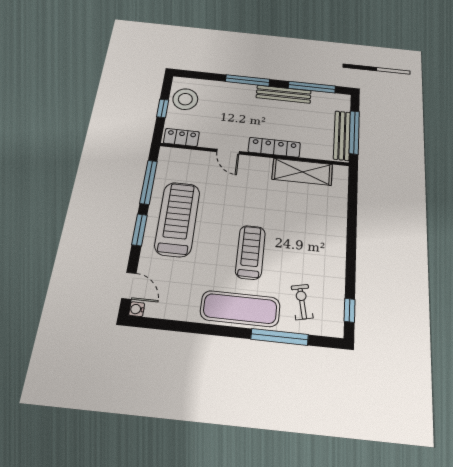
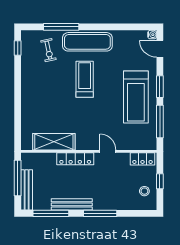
stool: (185, 99) -> (144, 191), width x0.53, depth x0.53
bench: (342, 135) -> (27, 190), moved
treadmill: (250, 252) -> (85, 79), turned 180

